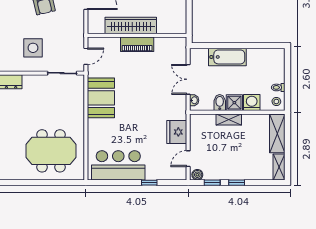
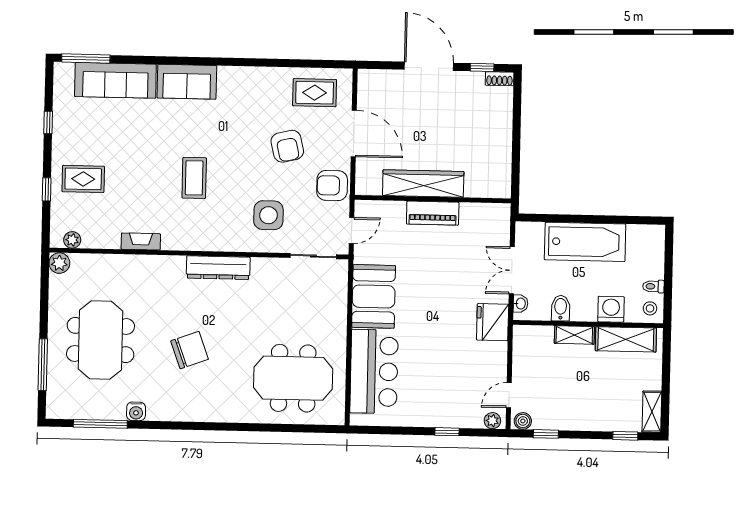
armchair: (73, 28) -> (332, 186), added
bathtub: (227, 57) -> (585, 242), width x1.36, depth x1.36
shower: (234, 103) -> (584, 309), removed
fridge: (177, 132) -> (493, 322), moved
shelving: (277, 134) -> (626, 339), moved, turned 90
bar counter: (118, 165) -> (374, 371), moved, turned 90
plant: (178, 175) -> (492, 421), added
window: (237, 183) -> (625, 436), moved

